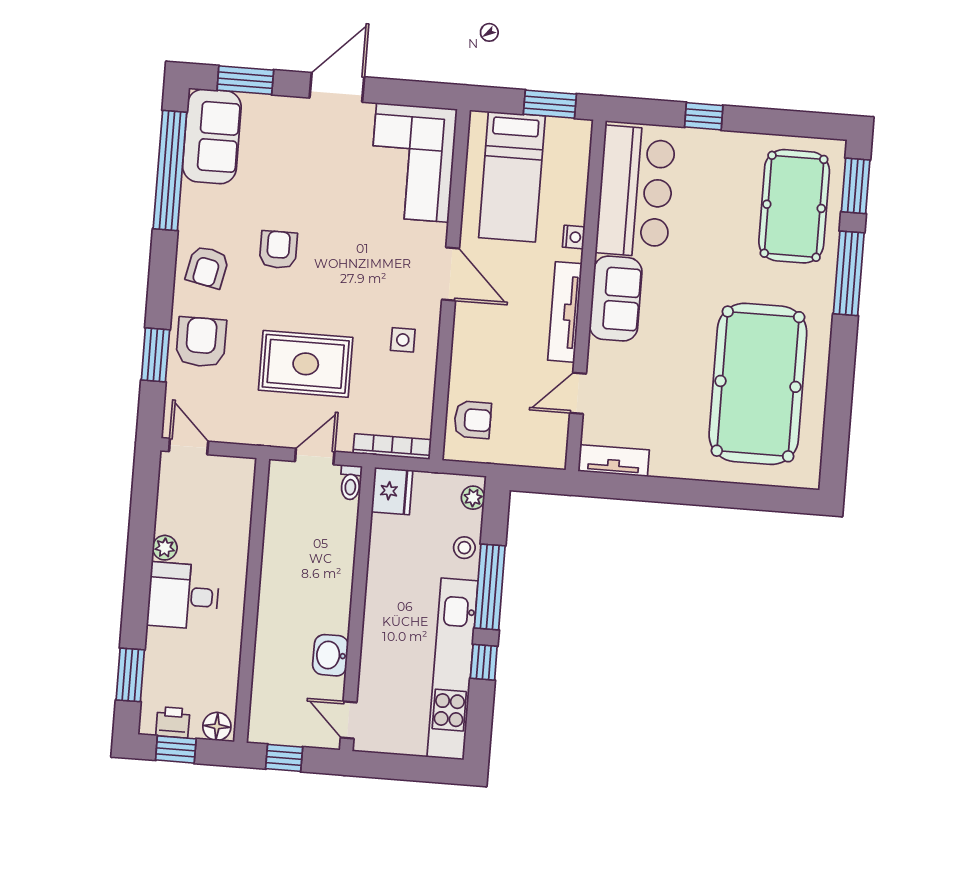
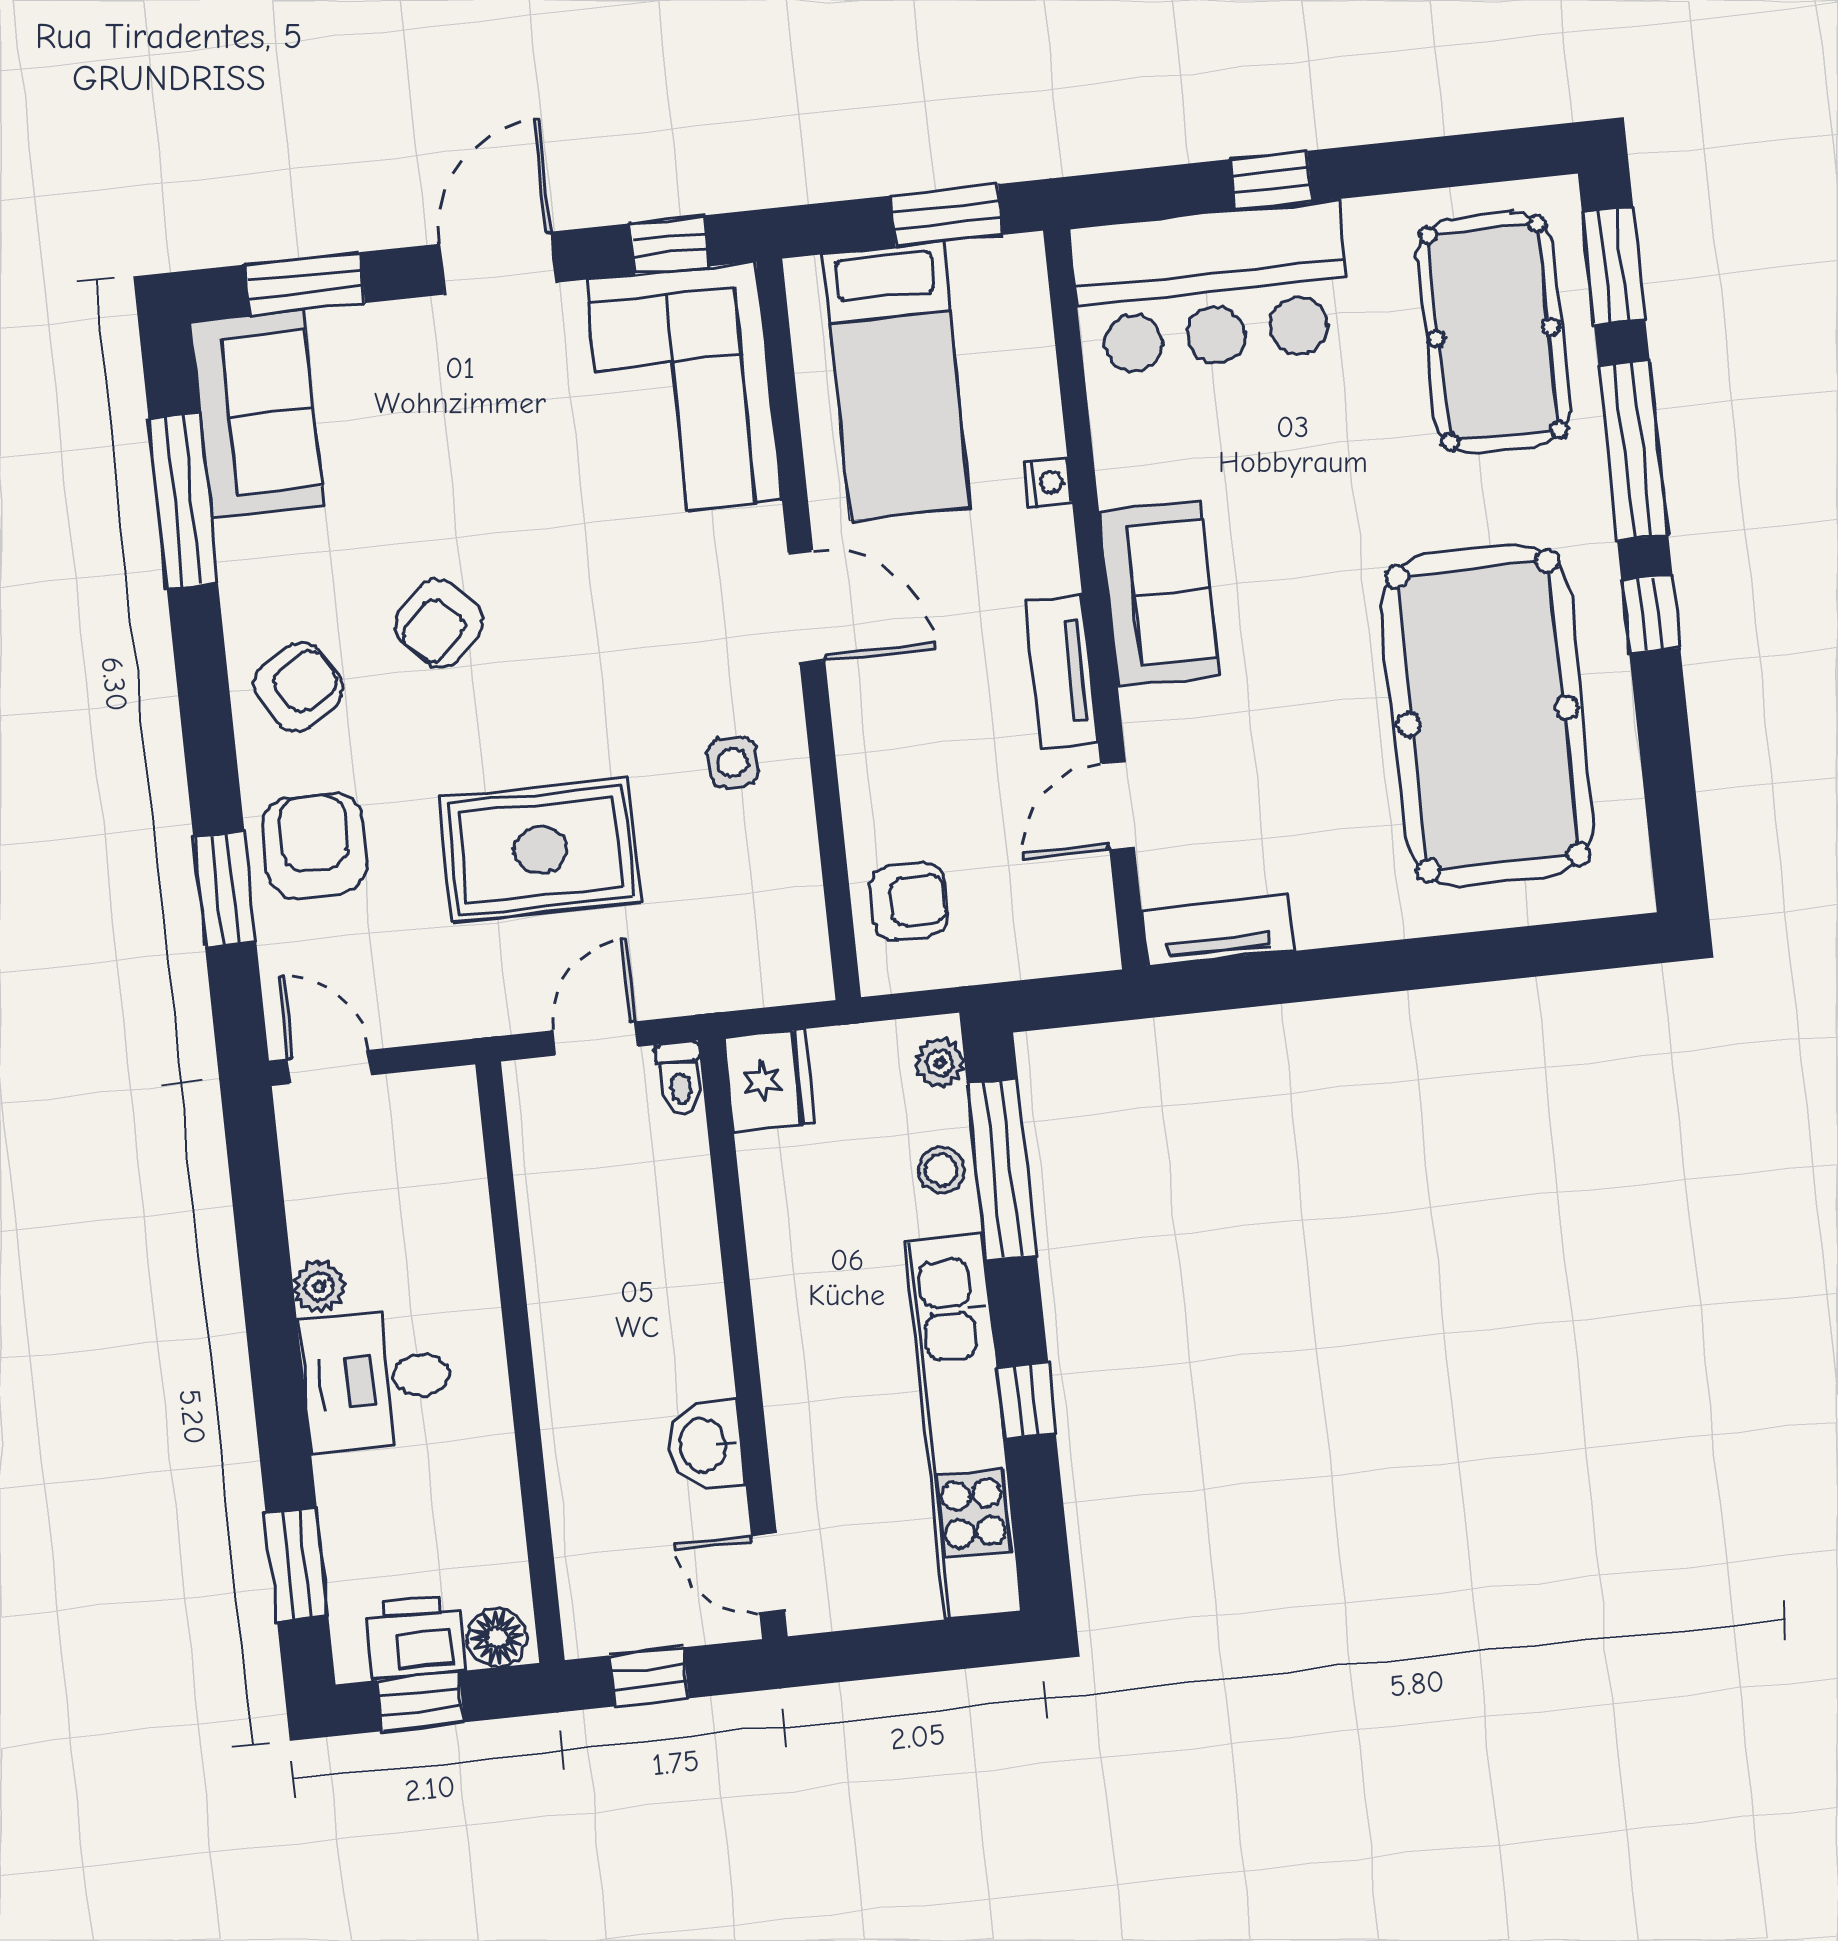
window: (418, 94) -> (670, 245), added
window: (170, 170) -> (183, 501), width x0.68
bar counter: (636, 192) -> (1211, 288), moved, turned 90
armchair: (278, 250) -> (439, 623), turned -135
armchair: (207, 267) -> (298, 687), turned -134
tv unit: (565, 312) -> (1062, 671), width x0.71
window: (843, 351) -> (1651, 614), added
bookcase: (392, 447) -> (752, 988), removed
window: (490, 587) -> (1002, 1169), moved
printer: (173, 722) -> (415, 1637), width x1.36, depth x1.24

